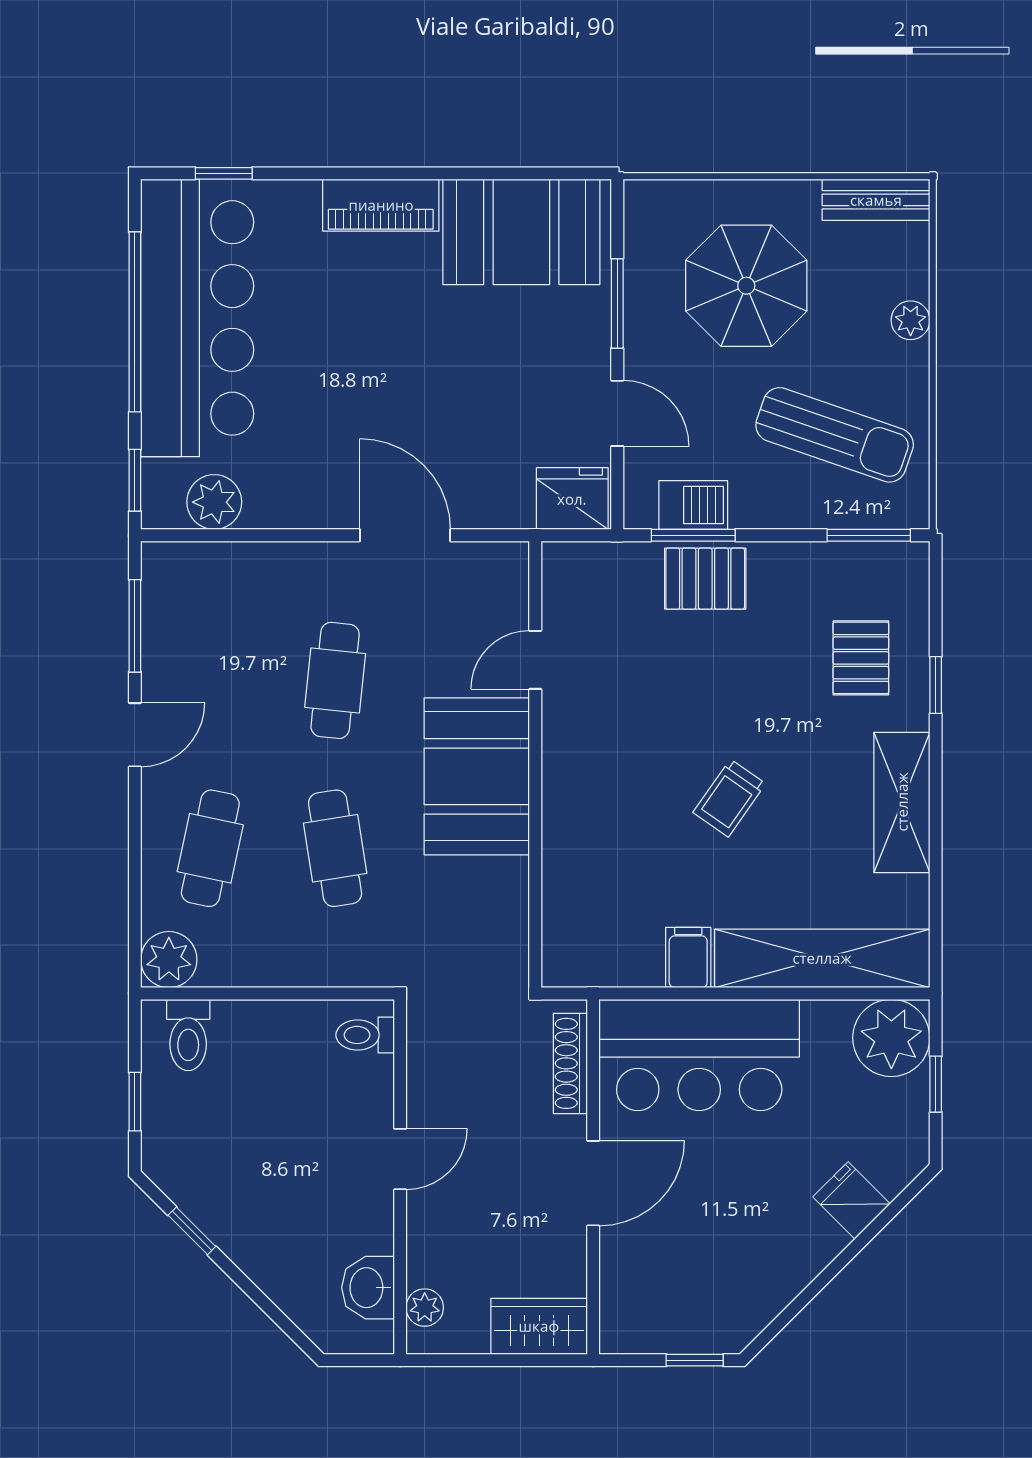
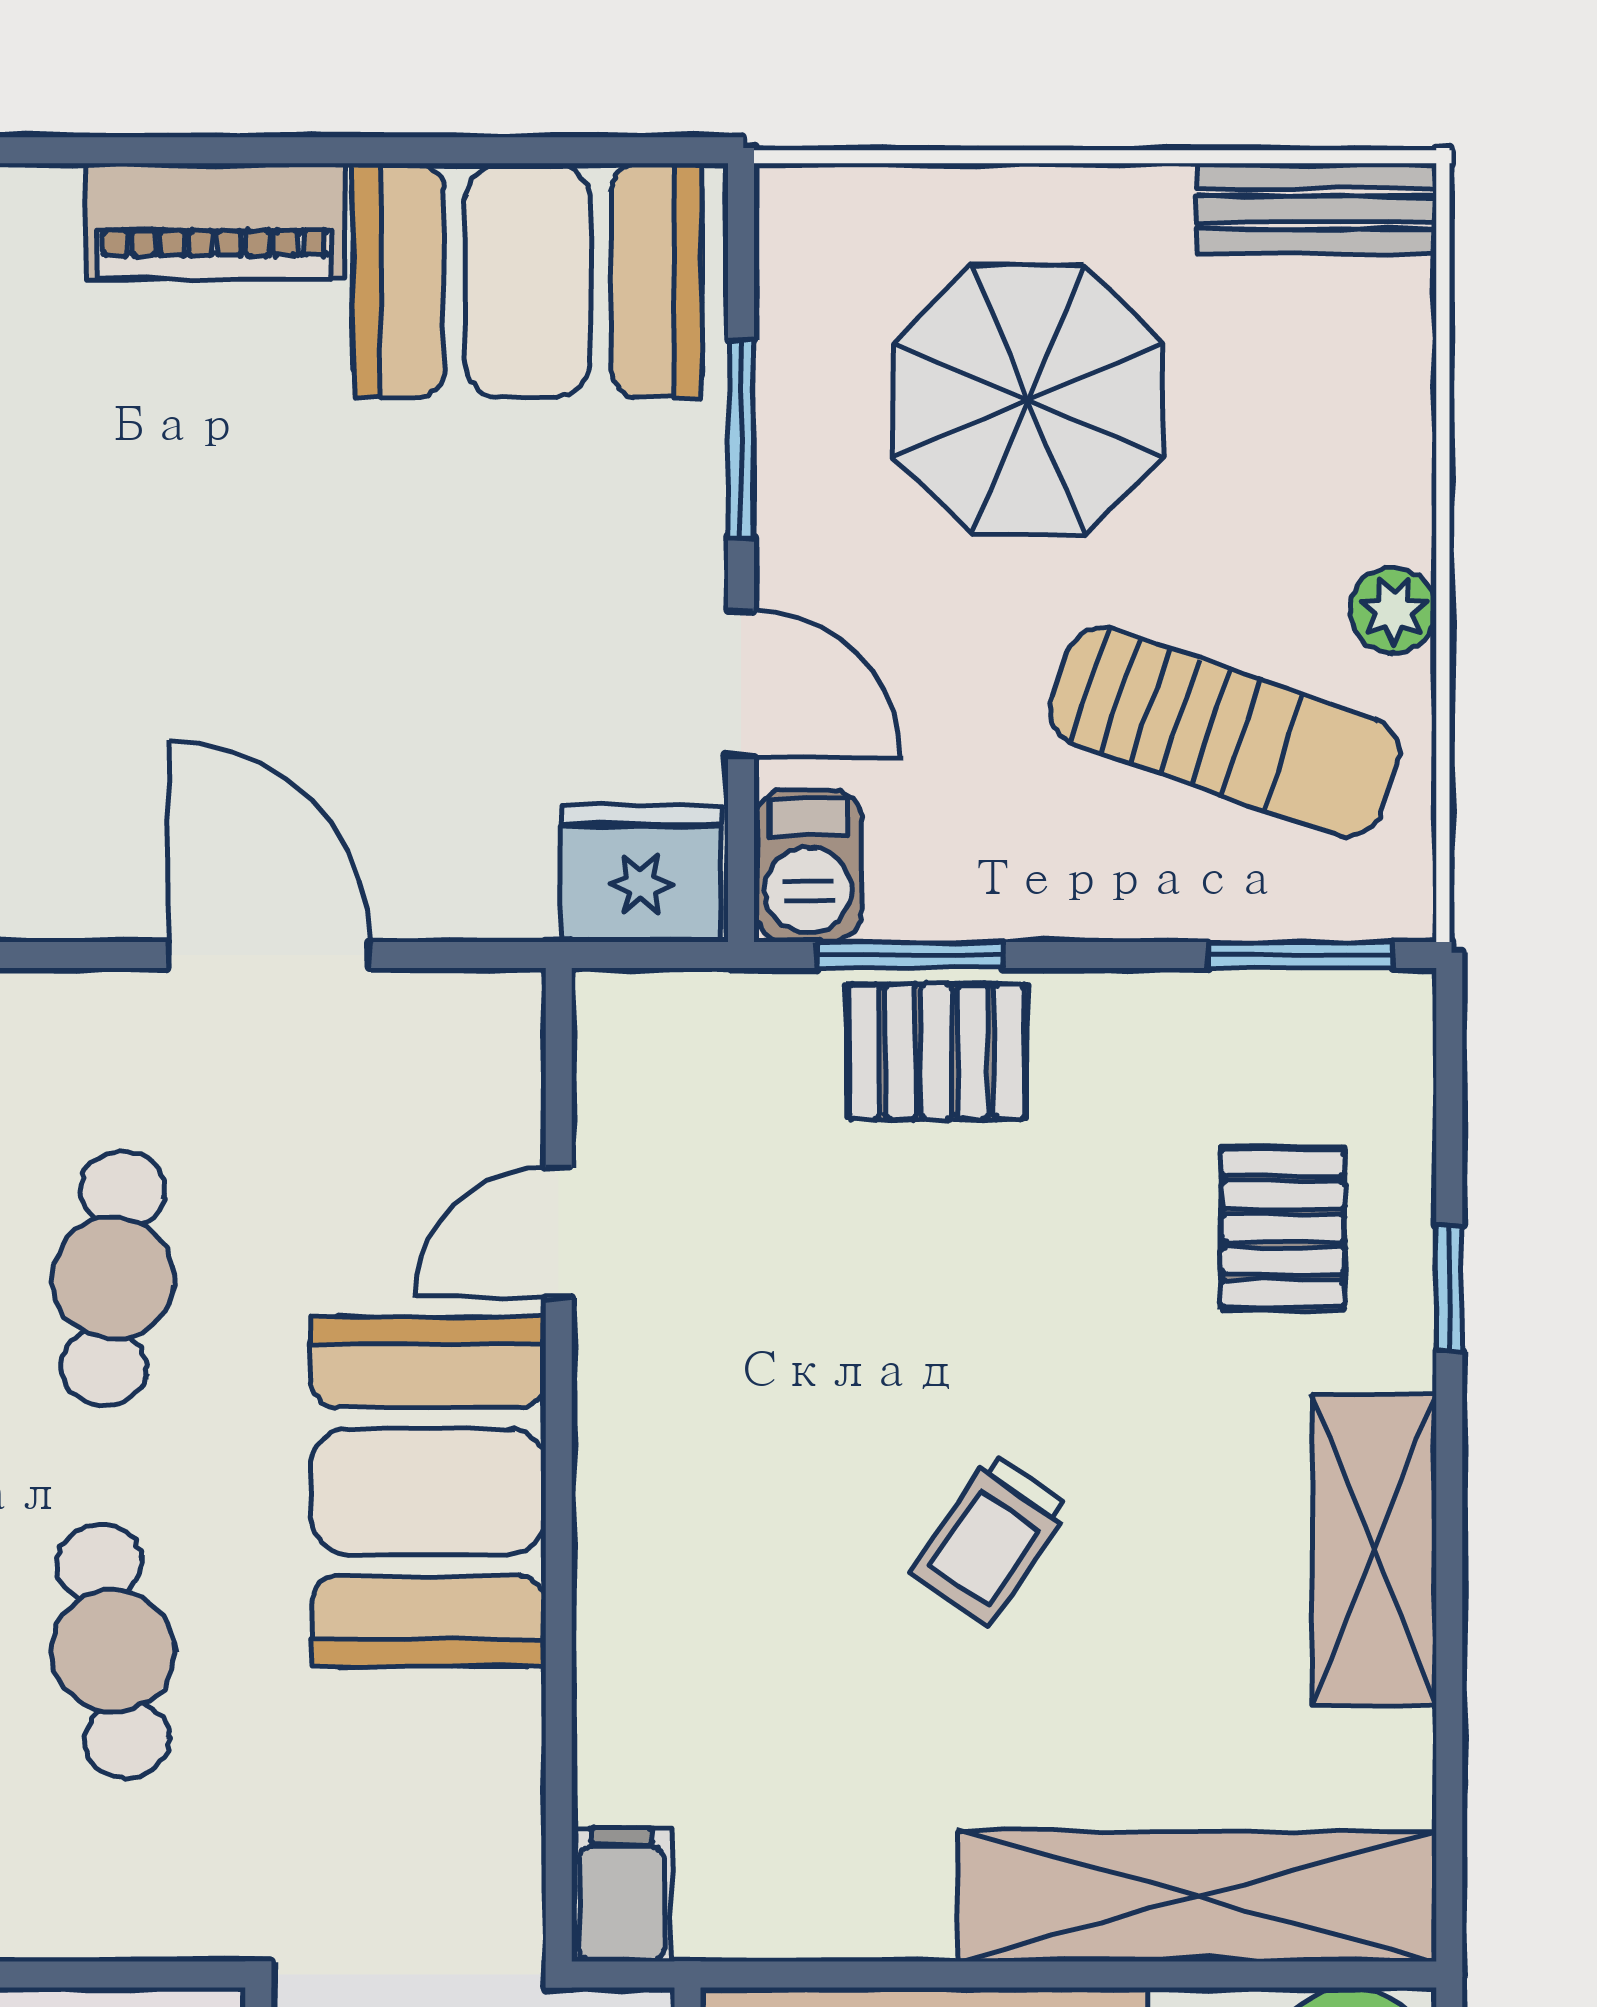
plant: (911, 320) -> (1393, 610), moved
barbecue: (693, 505) -> (808, 866), moved, turned 90
filing cabinet: (688, 958) -> (622, 1895), moved

